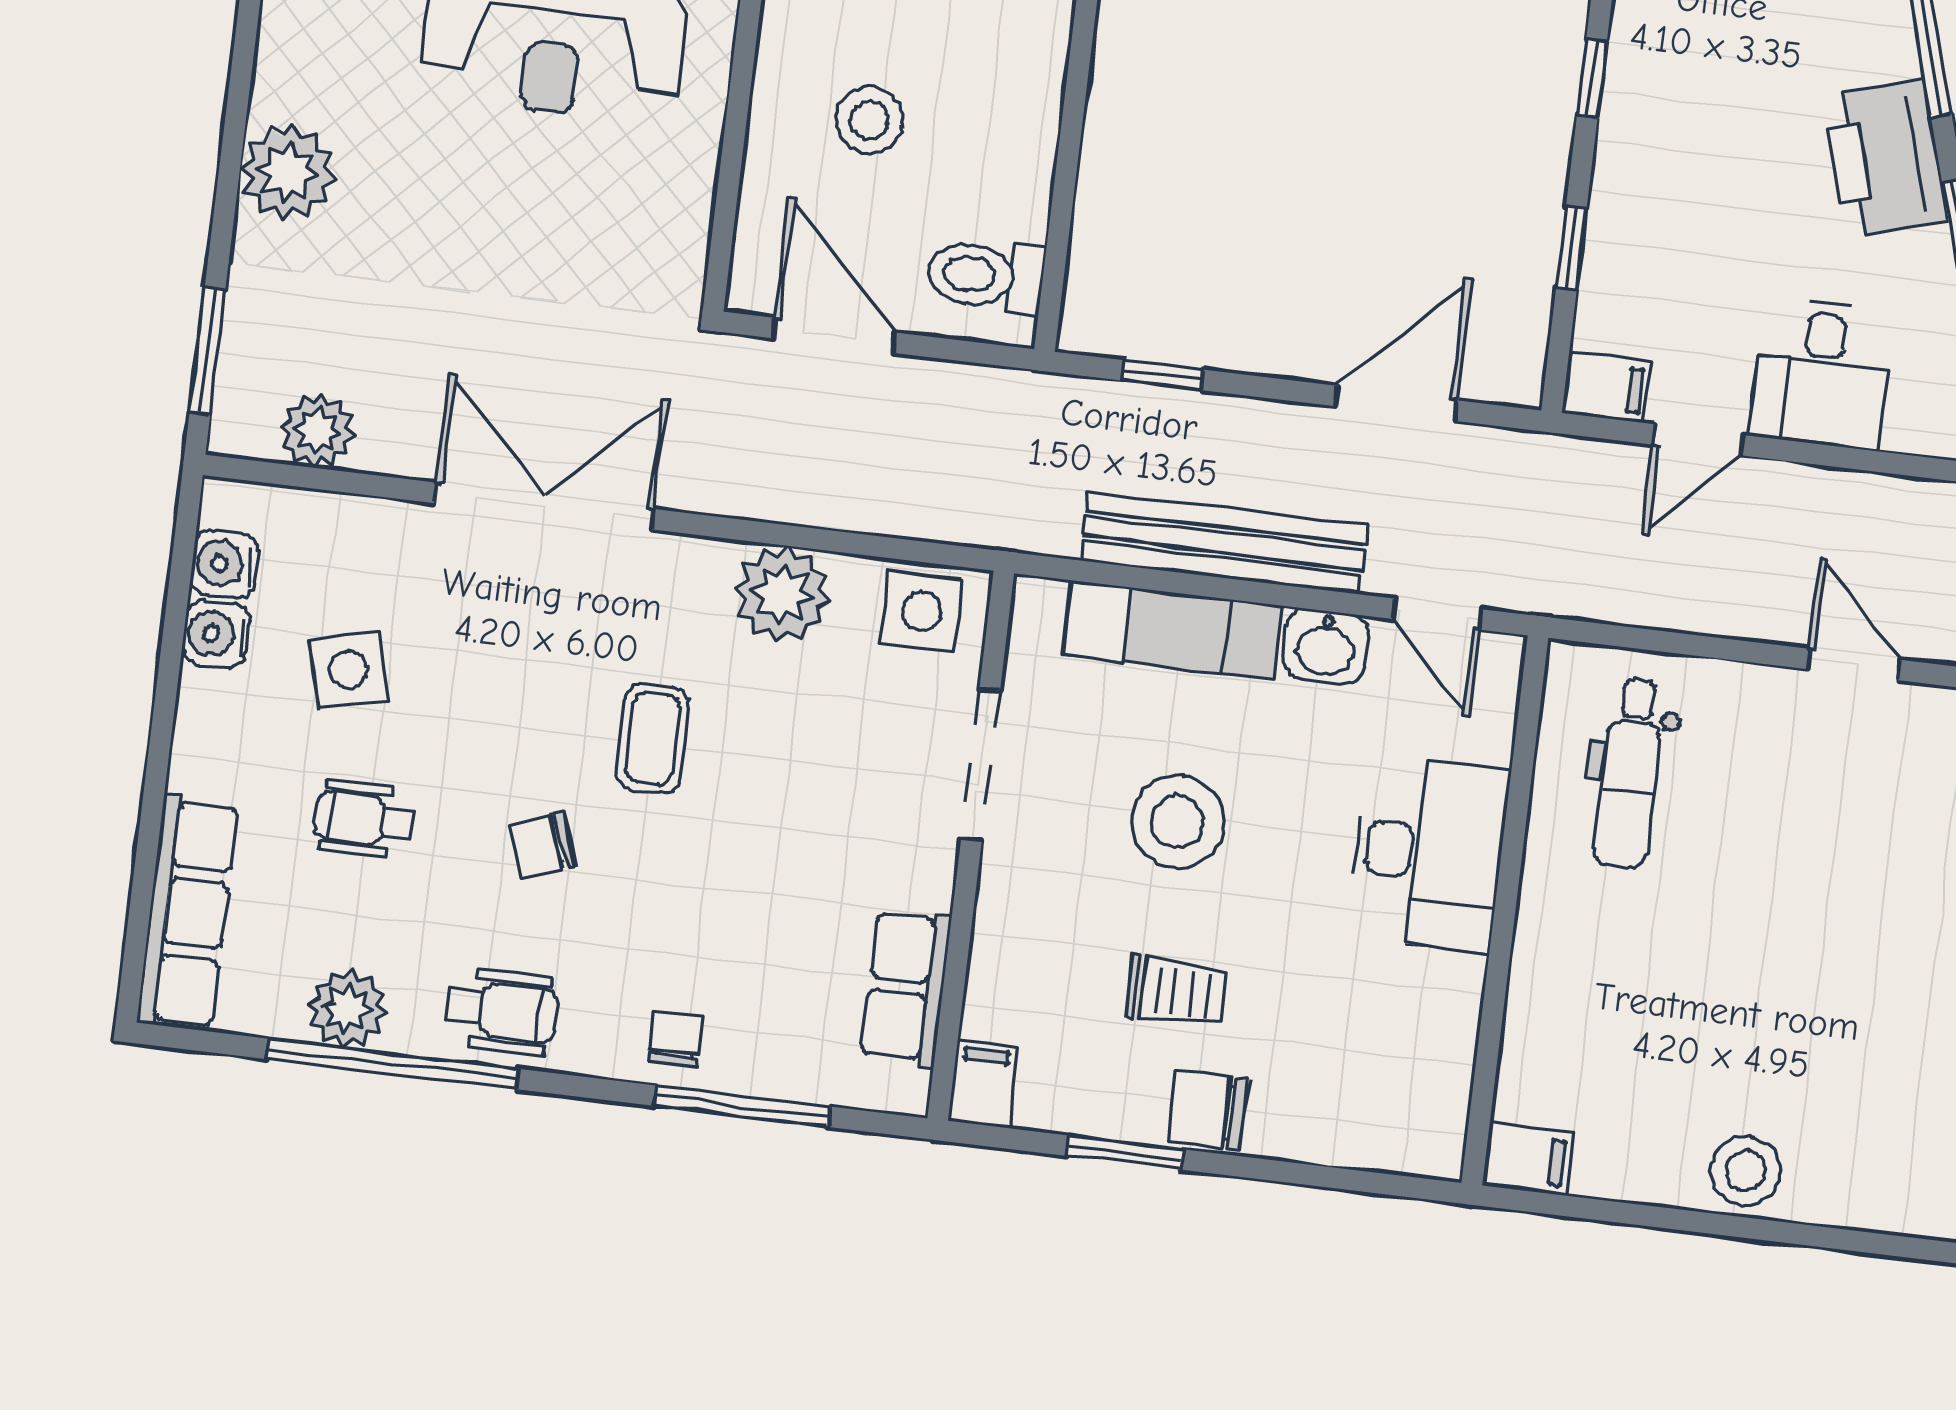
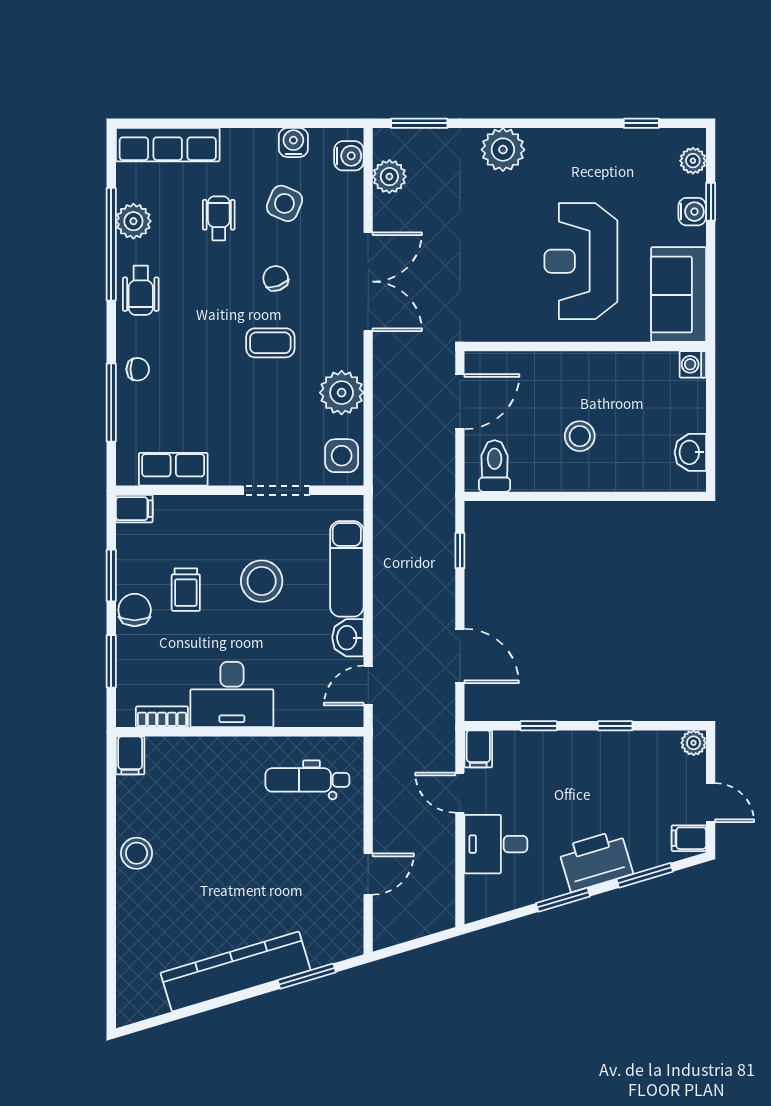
stool: (870, 120) -> (580, 436), moved
bench: (1224, 543) -> (388, 587), removed
water cooler: (225, 564) -> (349, 156), moved, turned 90
side table: (349, 670) -> (285, 203), turned 36
chair: (543, 845) -> (276, 278), moved
desk: (1428, 853) -> (232, 695), moved
bookcase: (1451, 1078) -> (162, 717), added
window: (1315, 1176) -> (111, 661), added

